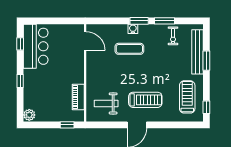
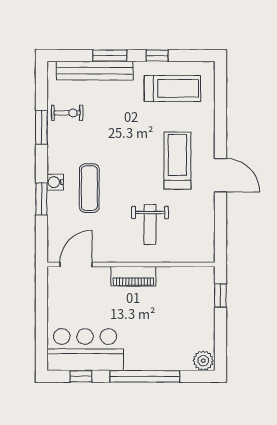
window: (139, 21) -> (41, 199), moved
window: (20, 81) -> (145, 376), width x3.17
piano: (78, 97) -> (133, 276), moved
treadmill: (187, 97) -> (172, 88), turned 180
weight bench: (106, 103) -> (150, 225), moved
window: (206, 107) -> (157, 56), moved

